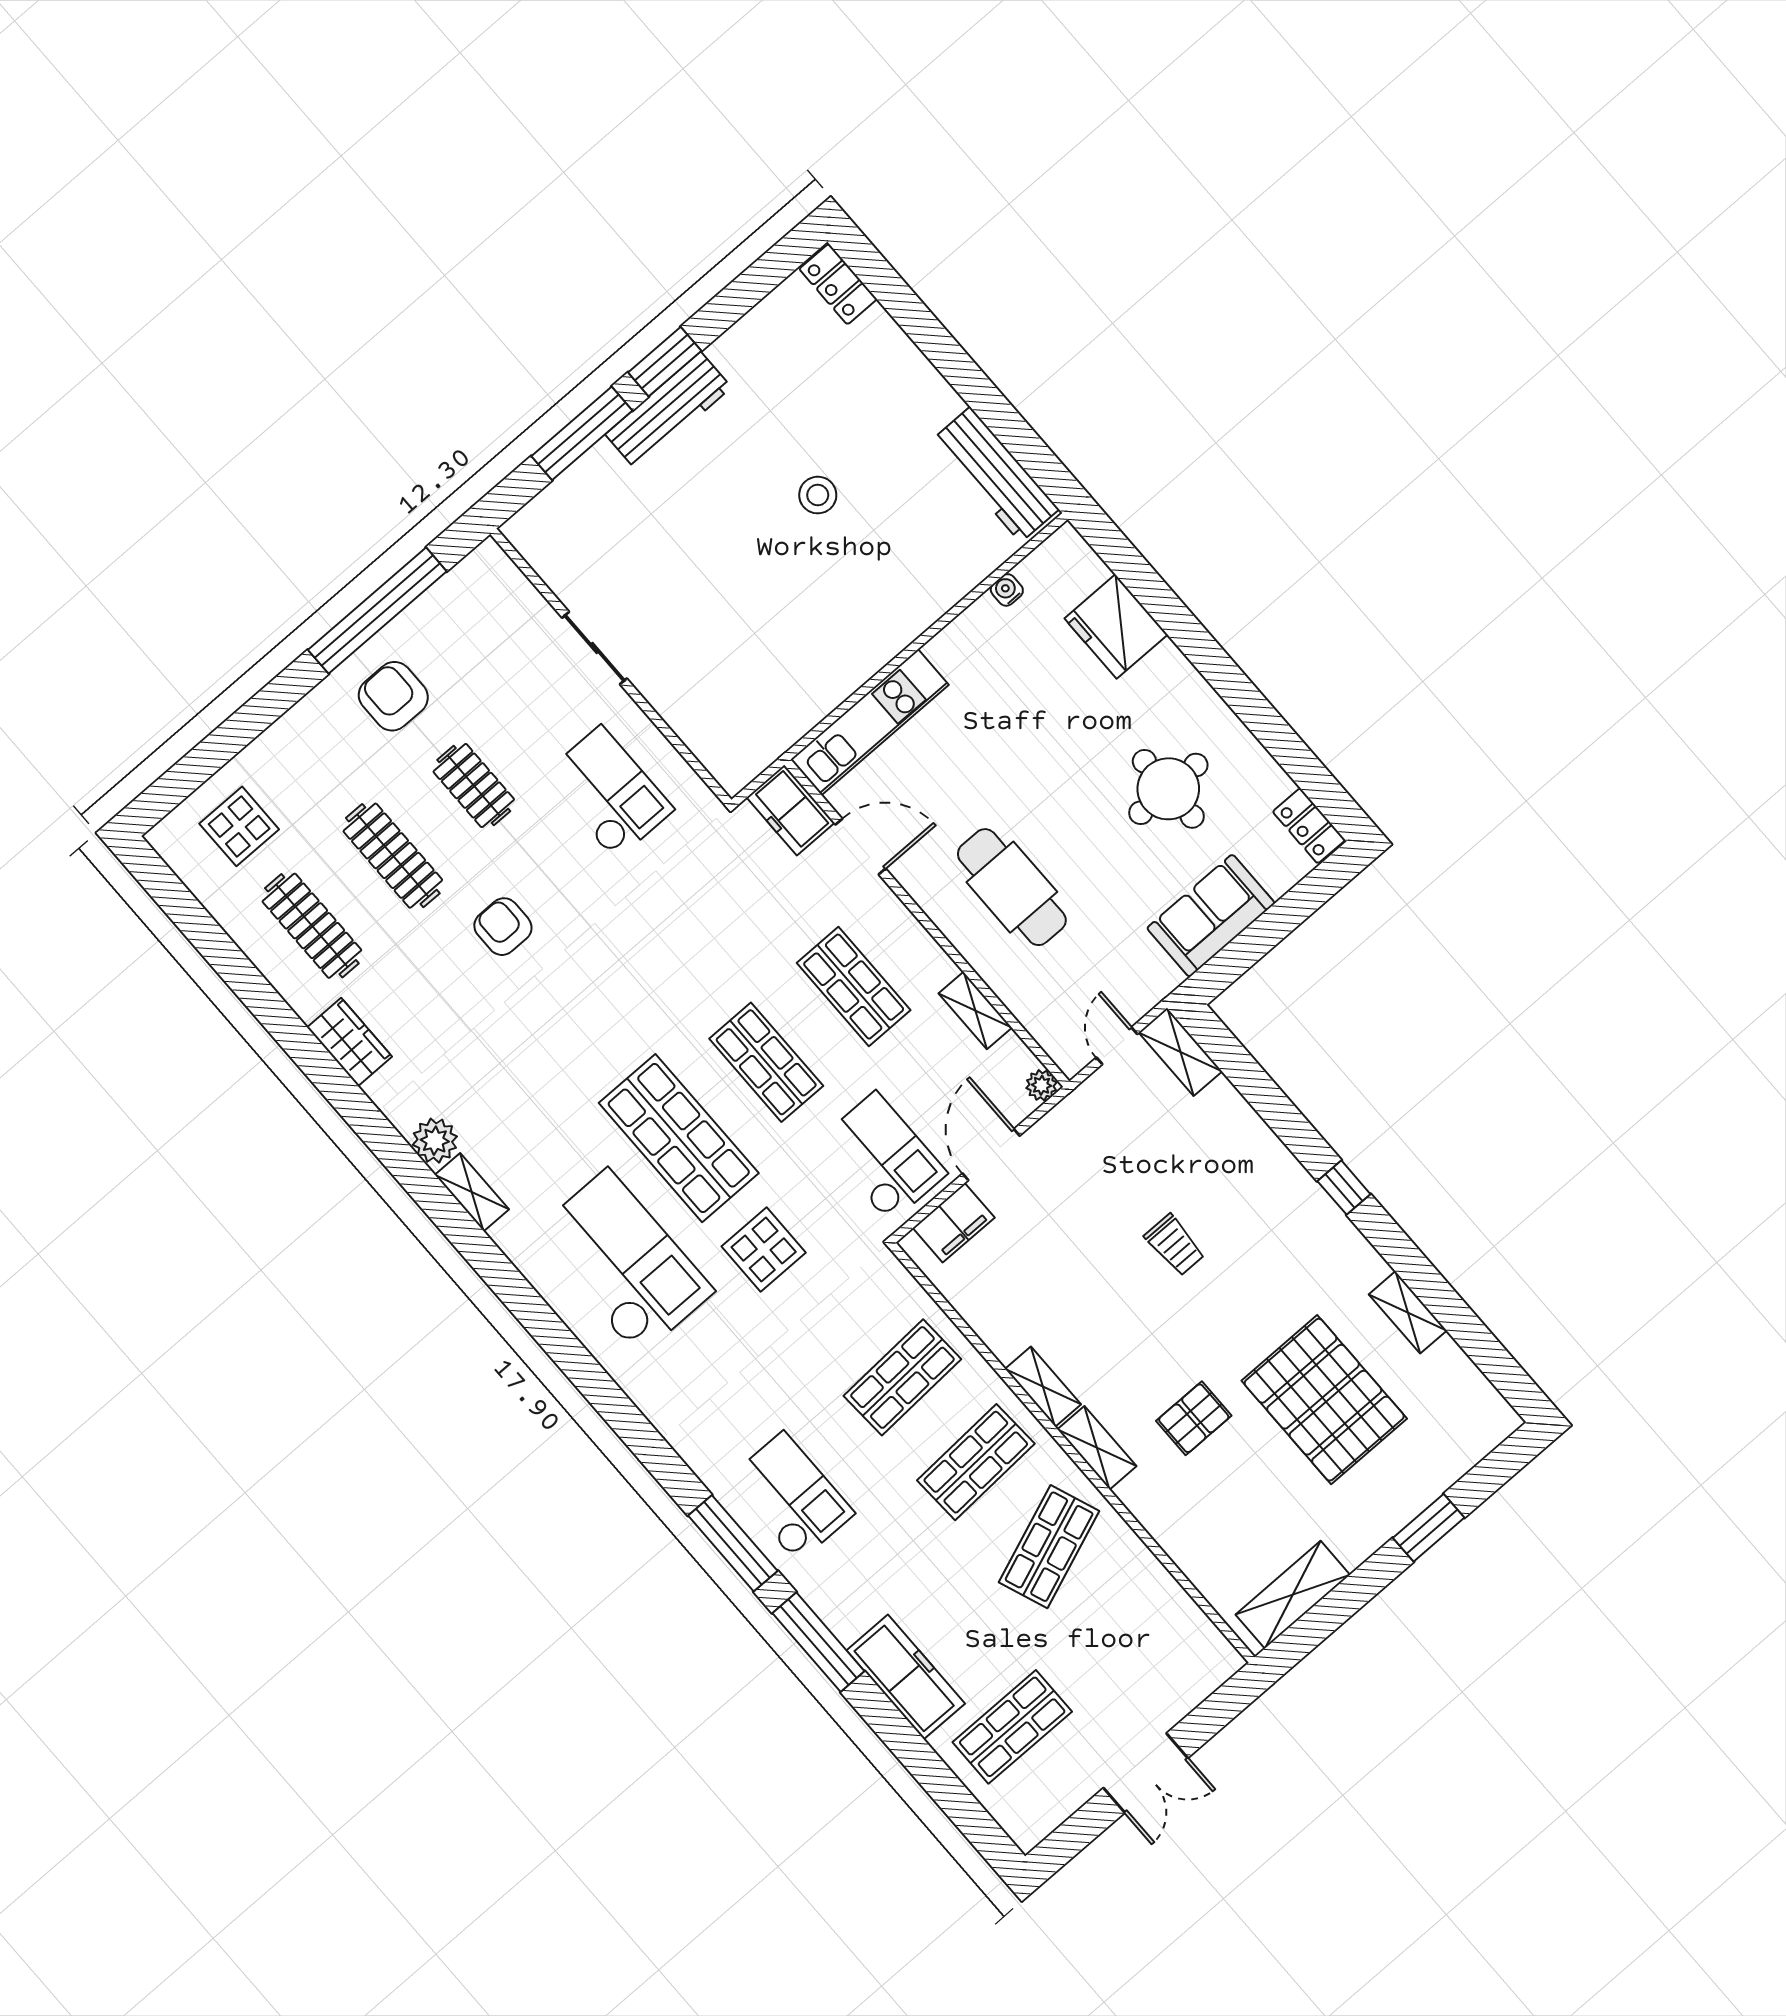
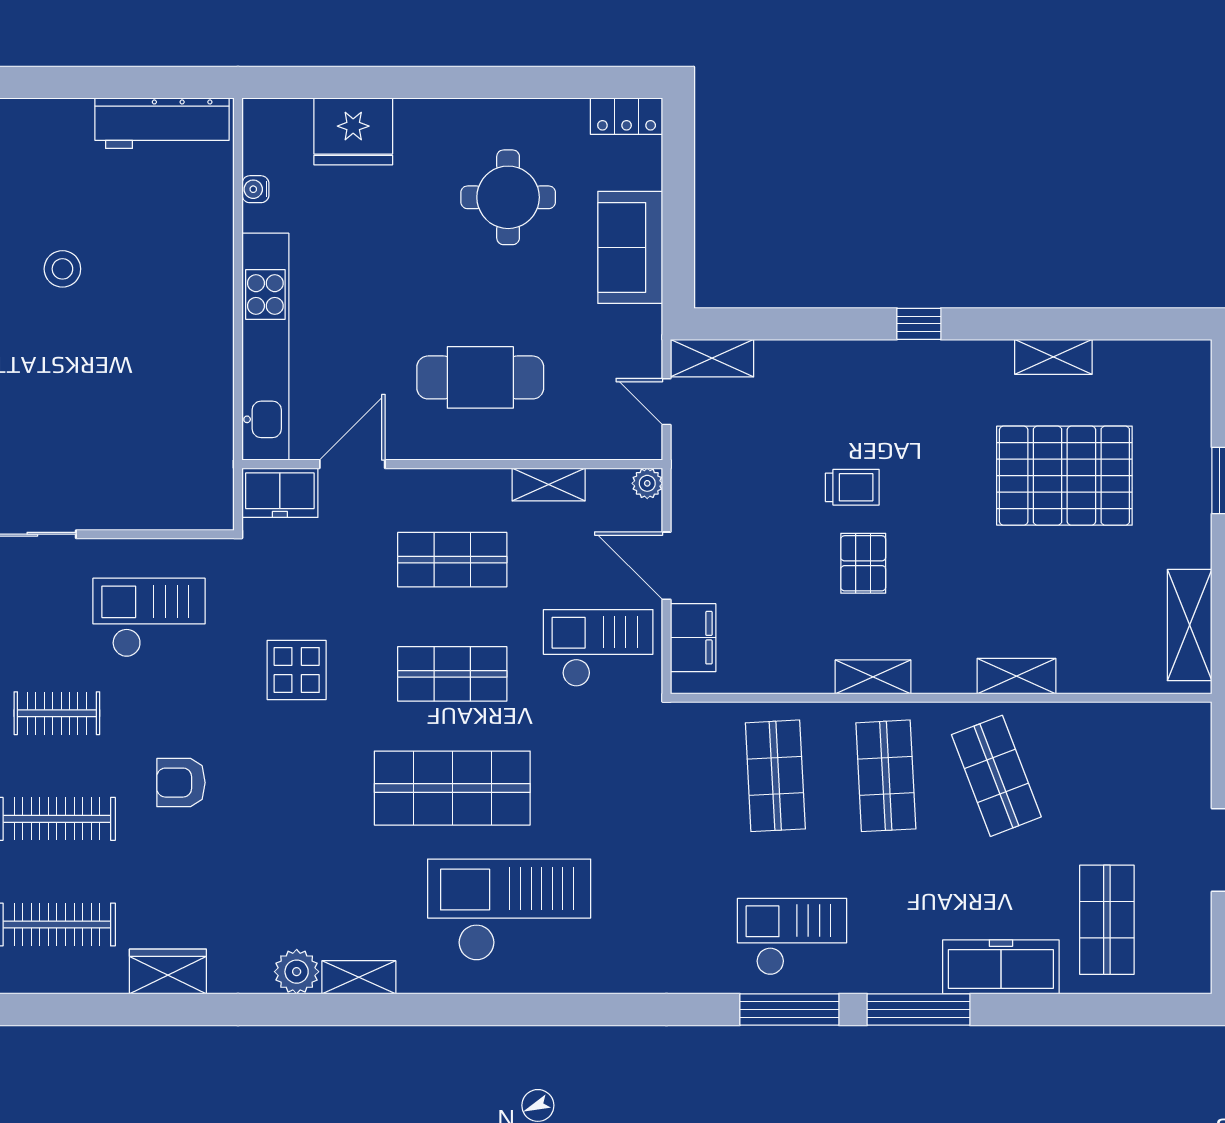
kitchen unit: (870, 722) -> (265, 347), width x1.36
display table: (764, 1250) -> (297, 670), moved
pallet: (1194, 1418) -> (863, 563), moved
shelving: (1097, 1448) -> (1017, 676), moved

